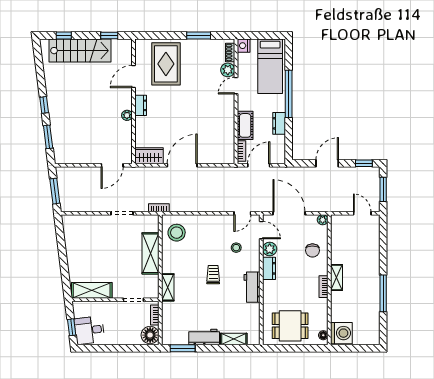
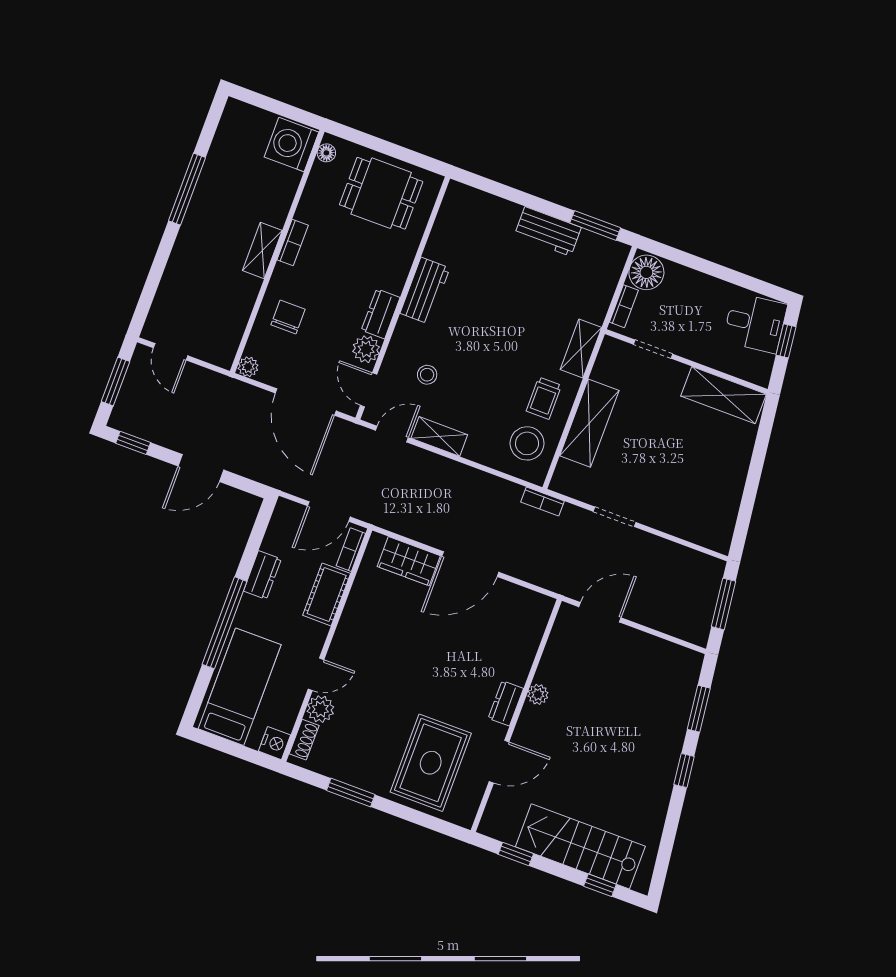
wardrobe: (149, 156) -> (409, 561), moved
trolley: (213, 275) -> (544, 398), moved
shelving: (234, 339) -> (439, 436), moved

